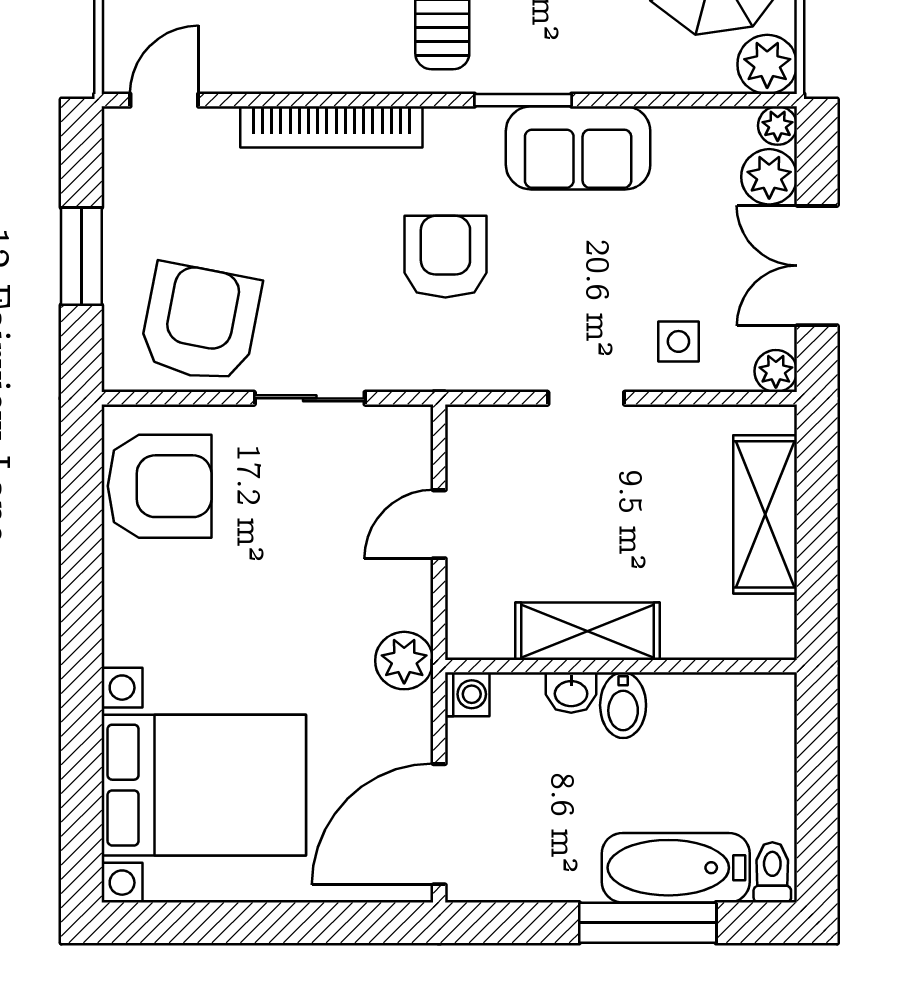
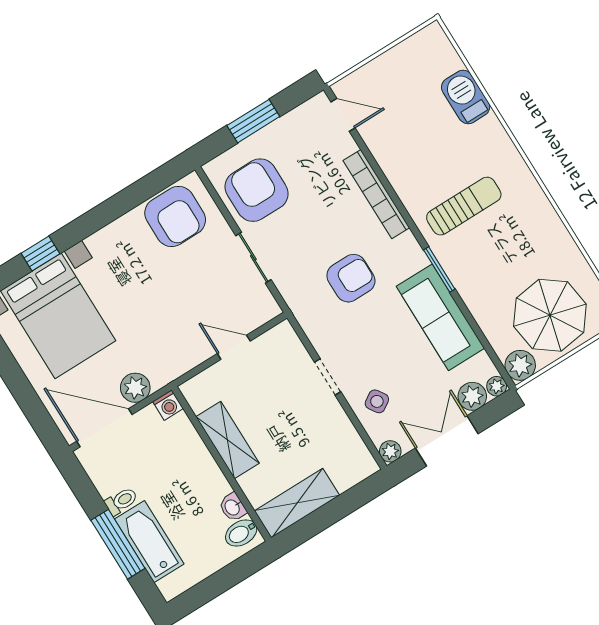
sofa: (578, 148) -> (440, 317), width x1.36
armchair: (200, 323) -> (257, 190), turned -101
side table: (678, 341) -> (377, 401), turned -33
shelving: (765, 514) -> (297, 503), moved
plant: (404, 661) -> (135, 388), moved
washbasin: (571, 692) -> (233, 507), moved
bidet: (623, 705) -> (241, 533), moved
window: (81, 750) -> (40, 254), added
toilet: (772, 872) -> (121, 501), moved

